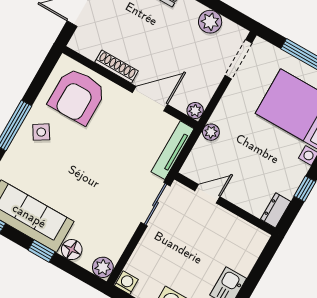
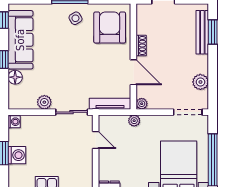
shoe rack: (117, 67) -> (141, 45), width x0.70
armchair: (77, 96) -> (110, 28), turned 90
plant: (103, 267) -> (44, 102), moved

